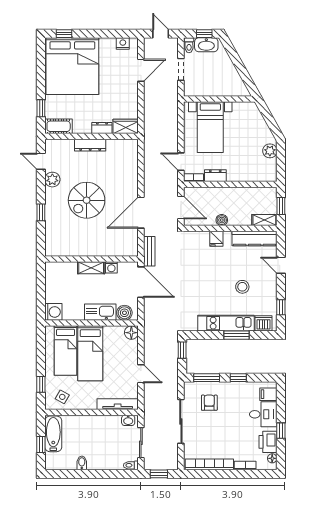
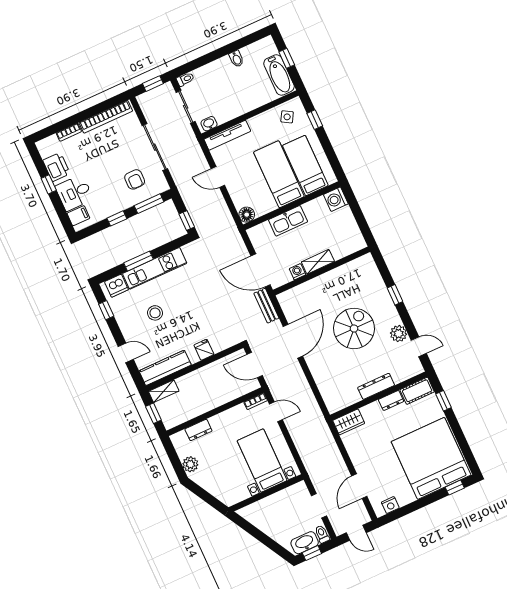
dresser: (102, 128) -> (391, 400), moved
dresser: (215, 176) -> (198, 430), moved
boiler: (222, 220) -> (207, 371), removed
boiler: (124, 313) -> (263, 231), removed
floor lamp: (272, 458) -> (45, 152), removed

